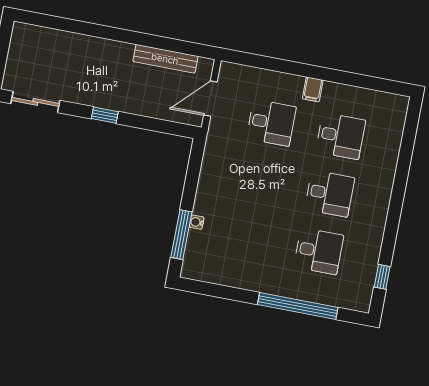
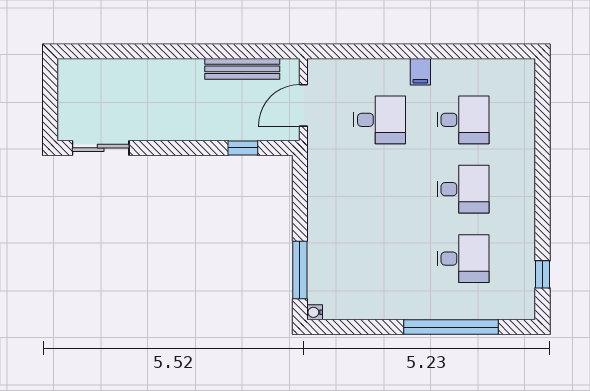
window: (105, 115) -> (243, 148), moved
water cooler: (196, 222) -> (315, 312), moved

